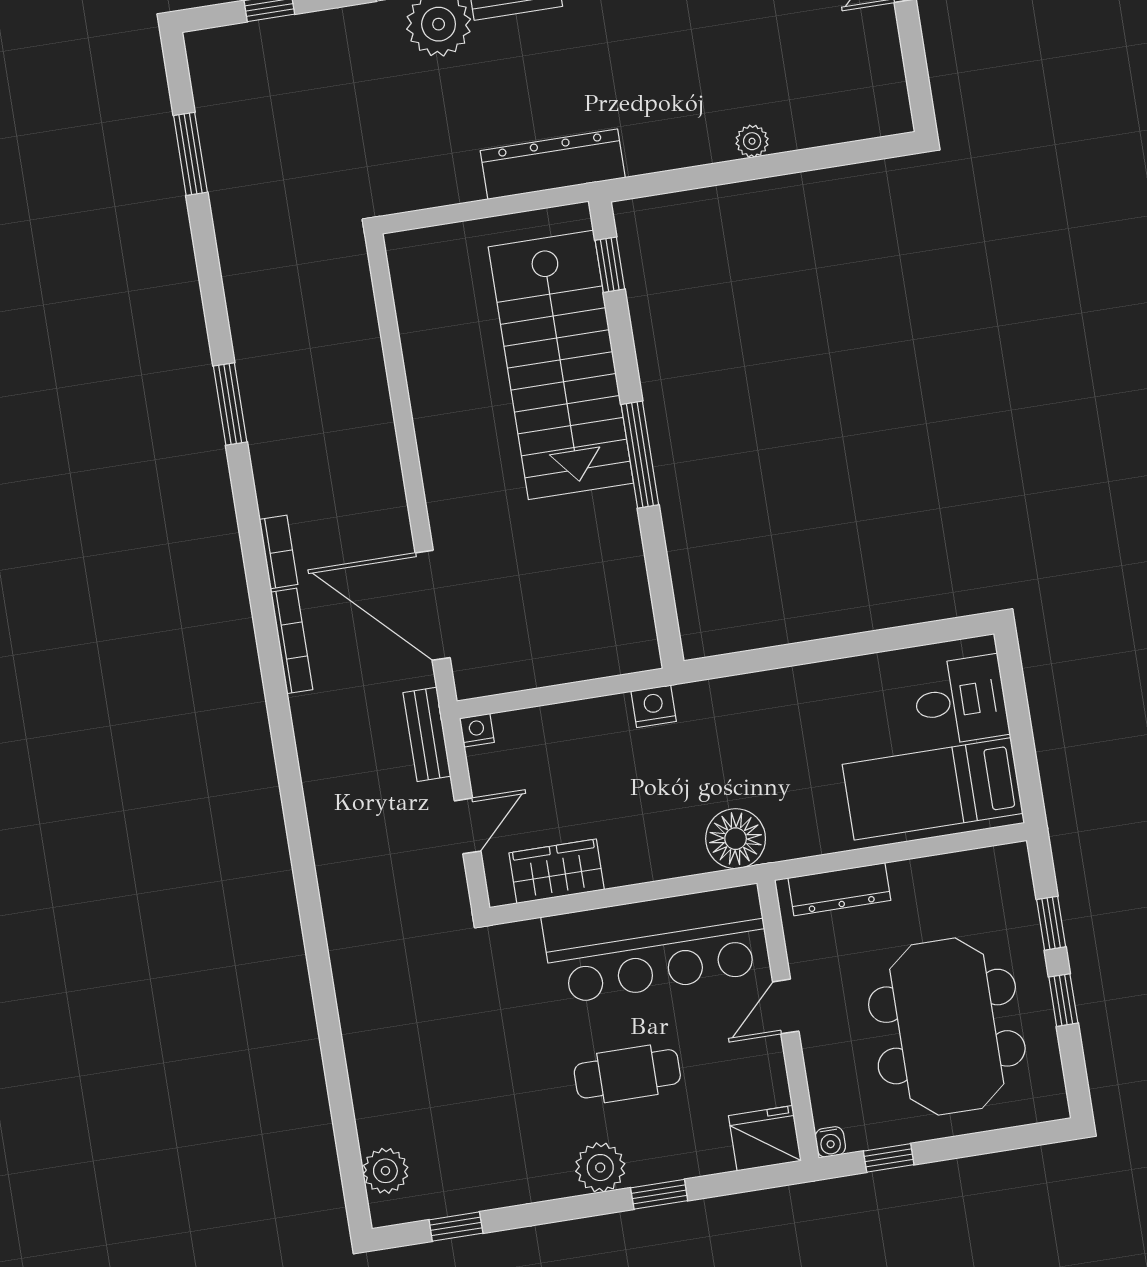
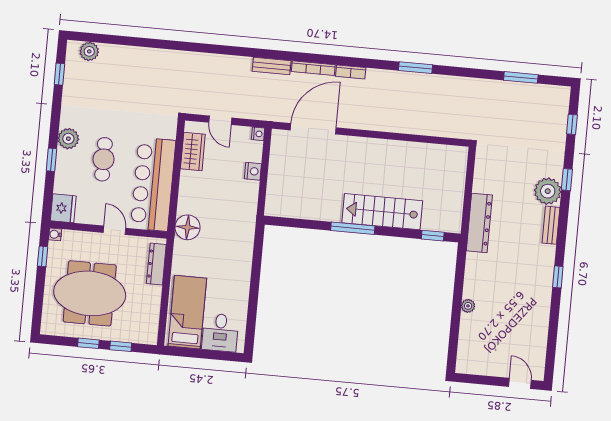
stairs: (561, 365) -> (382, 212), width x0.73, depth x0.66
nightstand: (654, 706) -> (253, 171), moved
bench: (427, 734) -> (272, 66), moved

